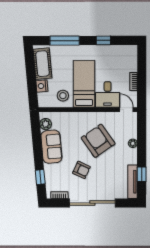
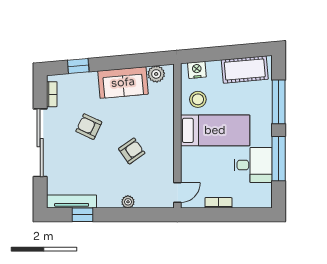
window: (103, 40) -> (279, 159), width x2.17
nightstand: (42, 86) -> (197, 70), moved
desk: (108, 94) -> (253, 165), moved, turned 180
armchair: (98, 141) -> (132, 151), width x0.53, depth x0.53
armchair: (81, 170) -> (89, 127), turned 90

